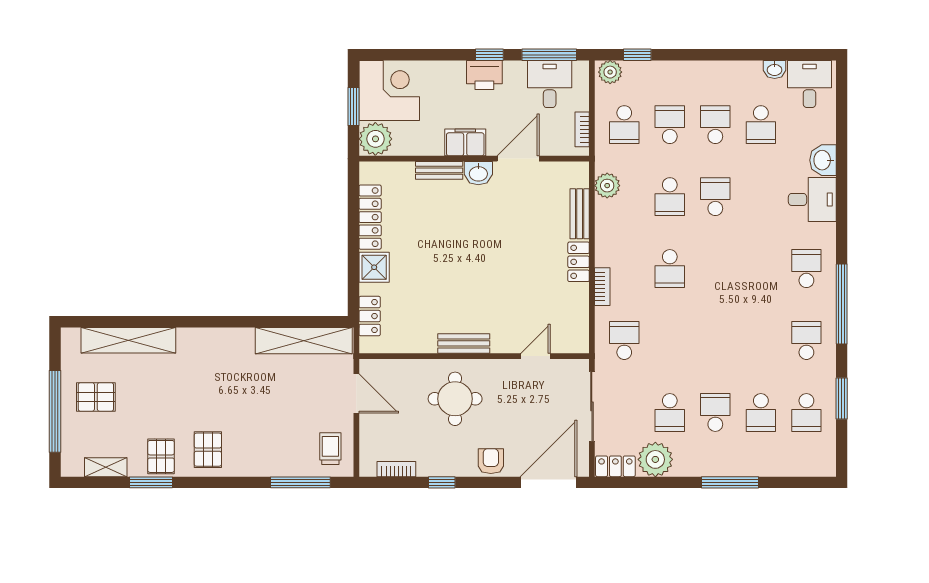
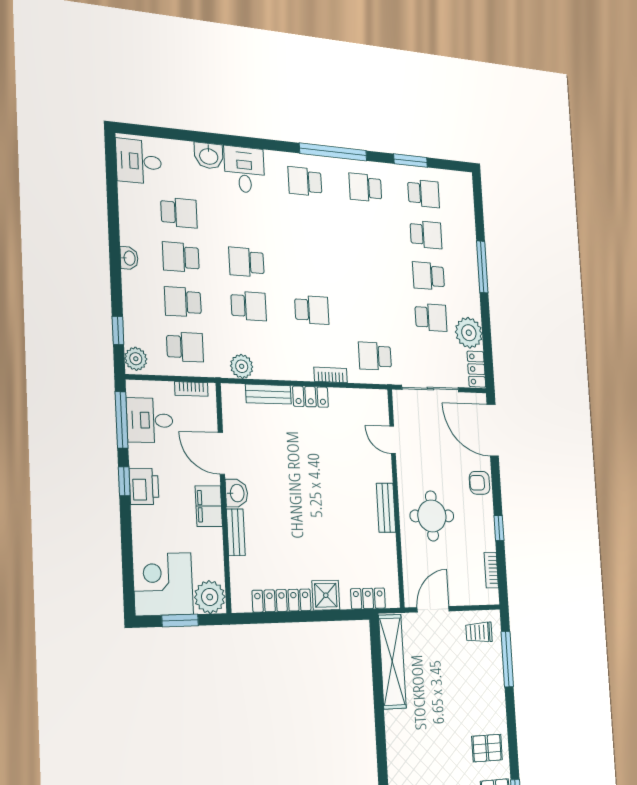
washbasin: (775, 69) -> (129, 258), moved

